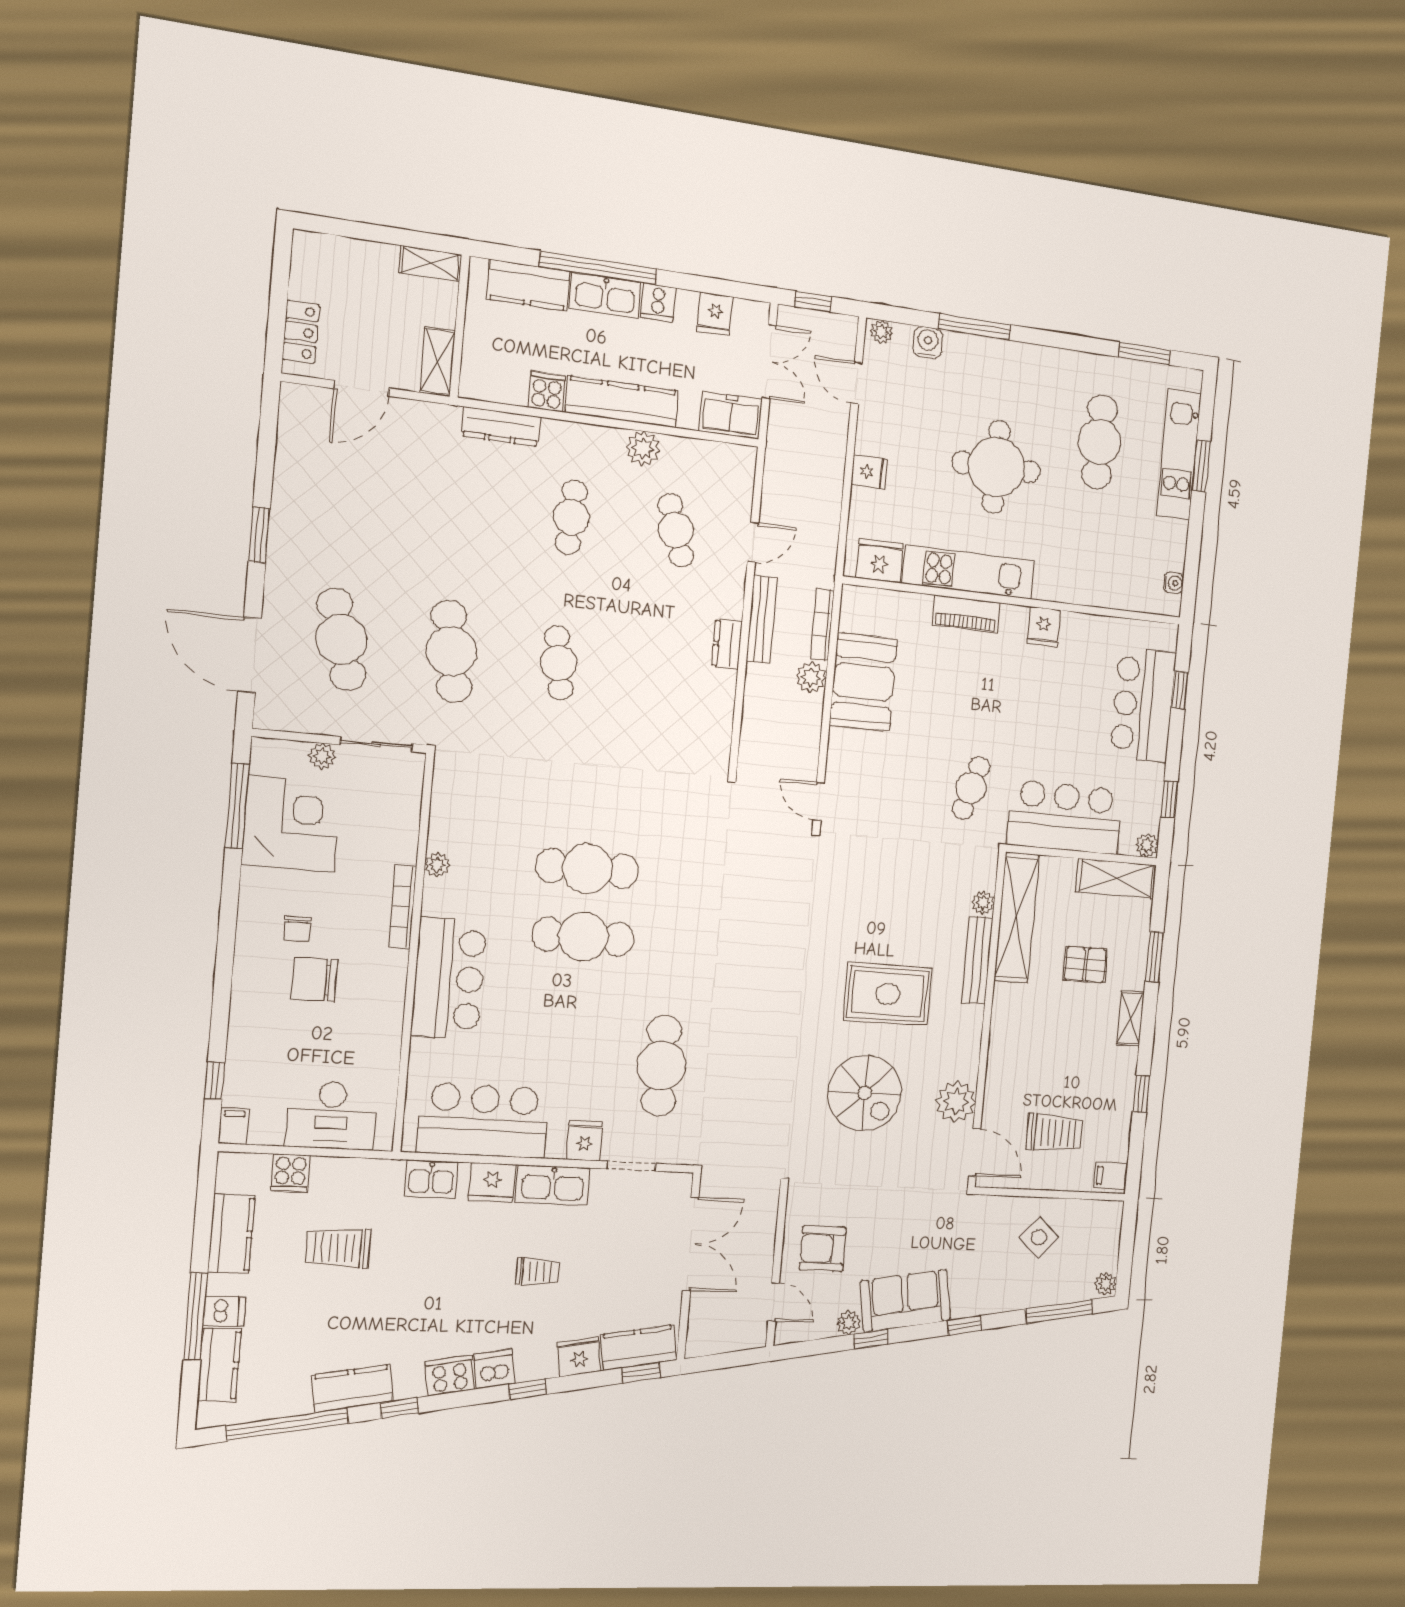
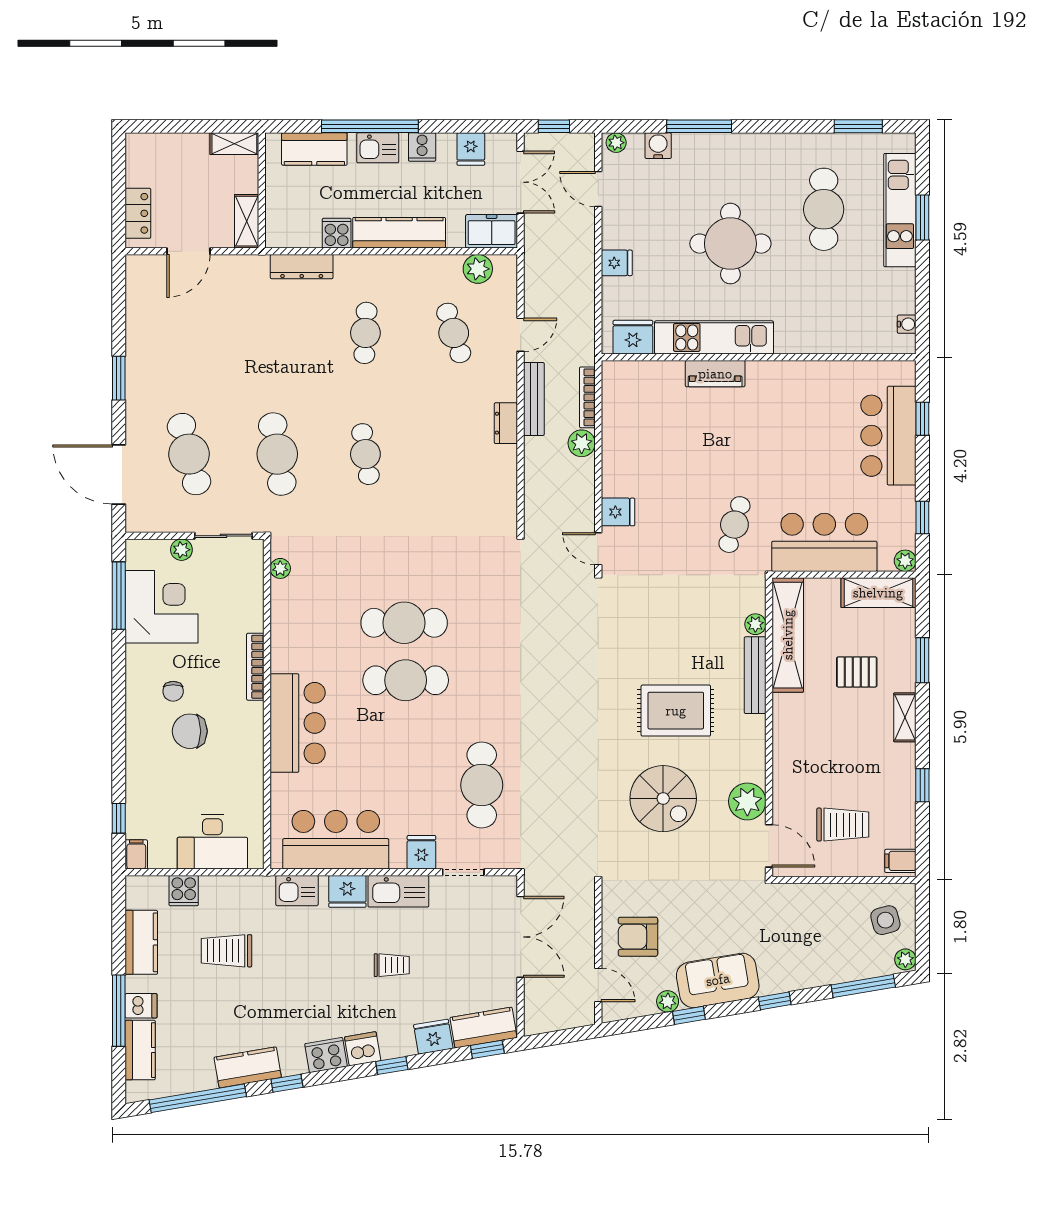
kitchen sink: (605, 296) -> (378, 148), width x0.73
plant: (643, 449) -> (478, 269), moved
fridge: (1043, 627) -> (618, 512), moved, turned -90
booth: (863, 682) -> (628, 443), removed
plant: (437, 865) -> (280, 568), moved
side table: (1039, 1237) -> (885, 920), moved, turned 32

